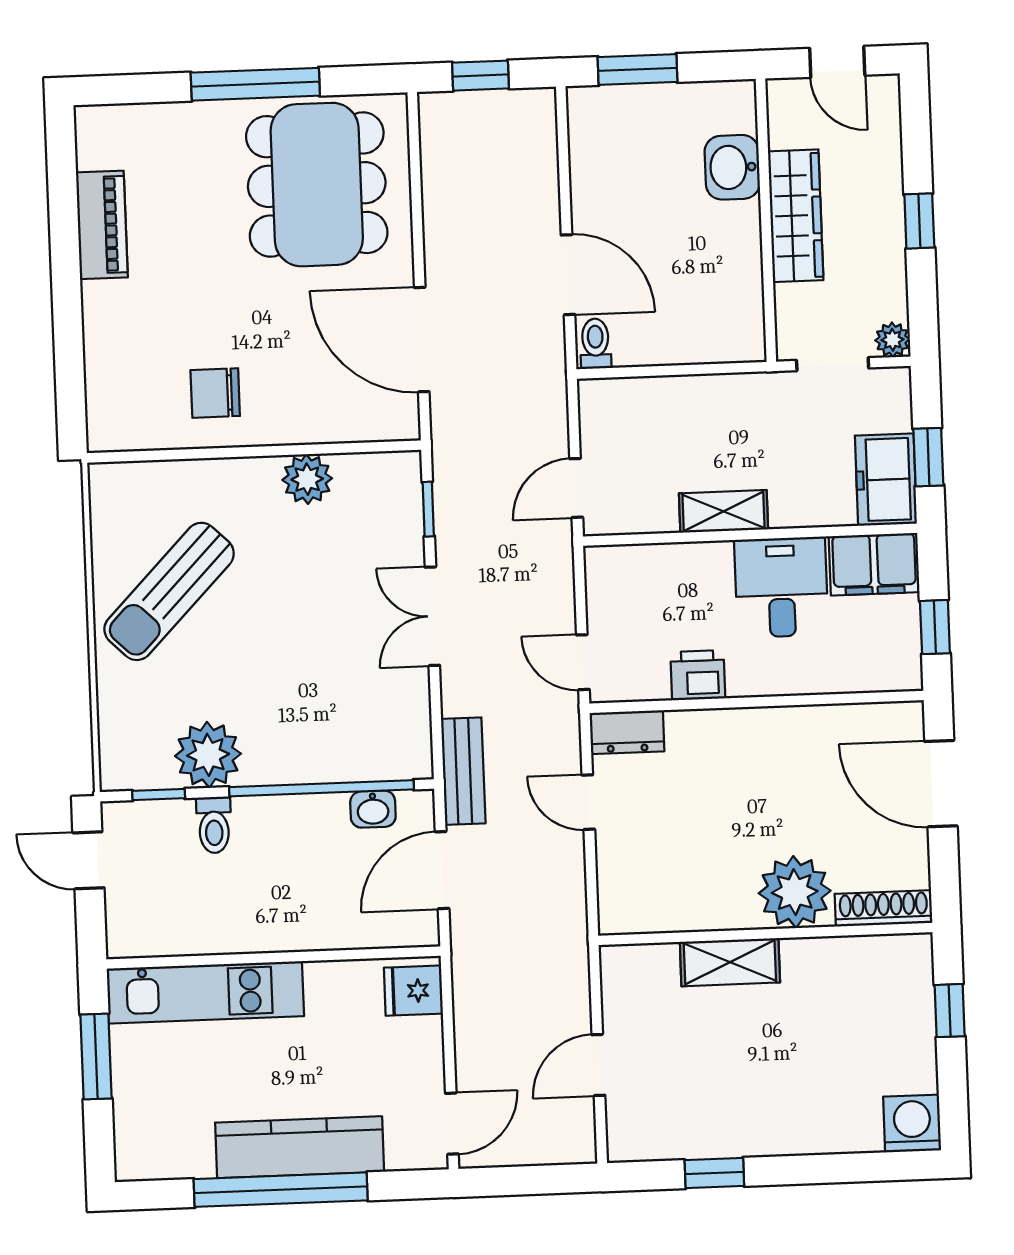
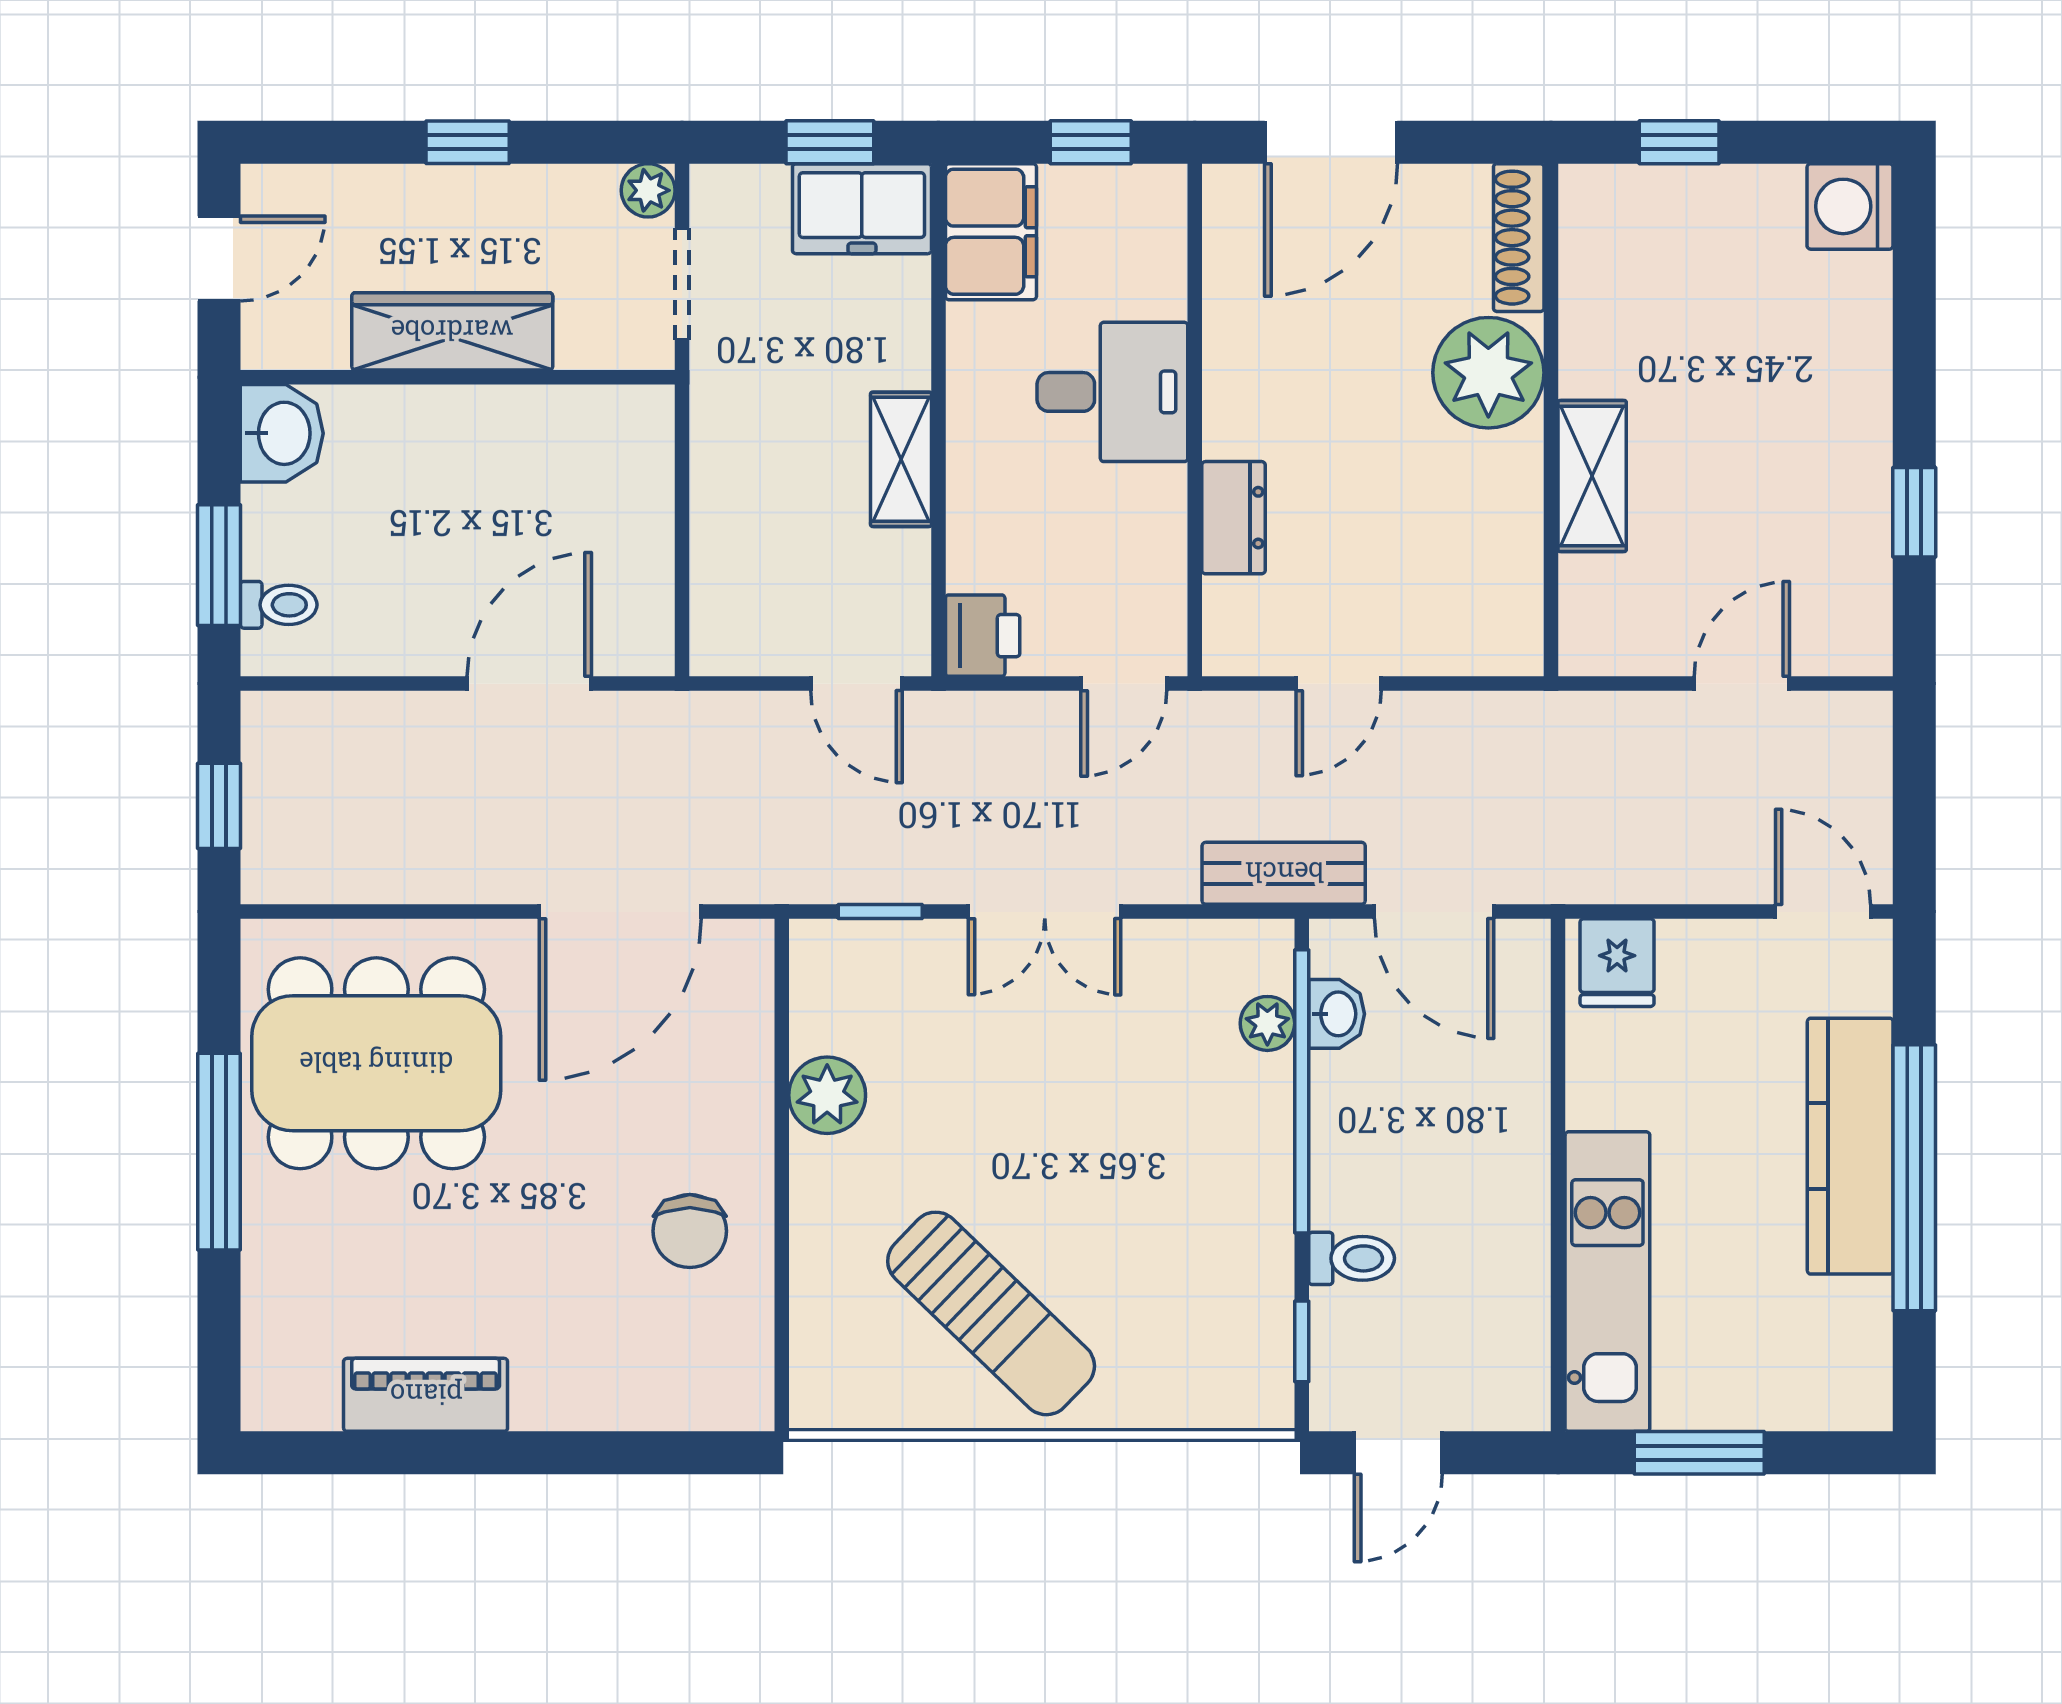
washbasin: (732, 167) -> (282, 433), moved, turned -90
toilet: (595, 344) -> (279, 605), moved, turned 180
desk: (781, 587) -> (1112, 392), moved, turned 180
printer: (698, 675) -> (983, 636), moved, turned 180
dresser: (627, 732) -> (1234, 518), moved
plant: (208, 755) -> (1267, 1023), moved, width x0.53, depth x0.53
door: (598, 1065) -> (1742, 684), swing flipped

